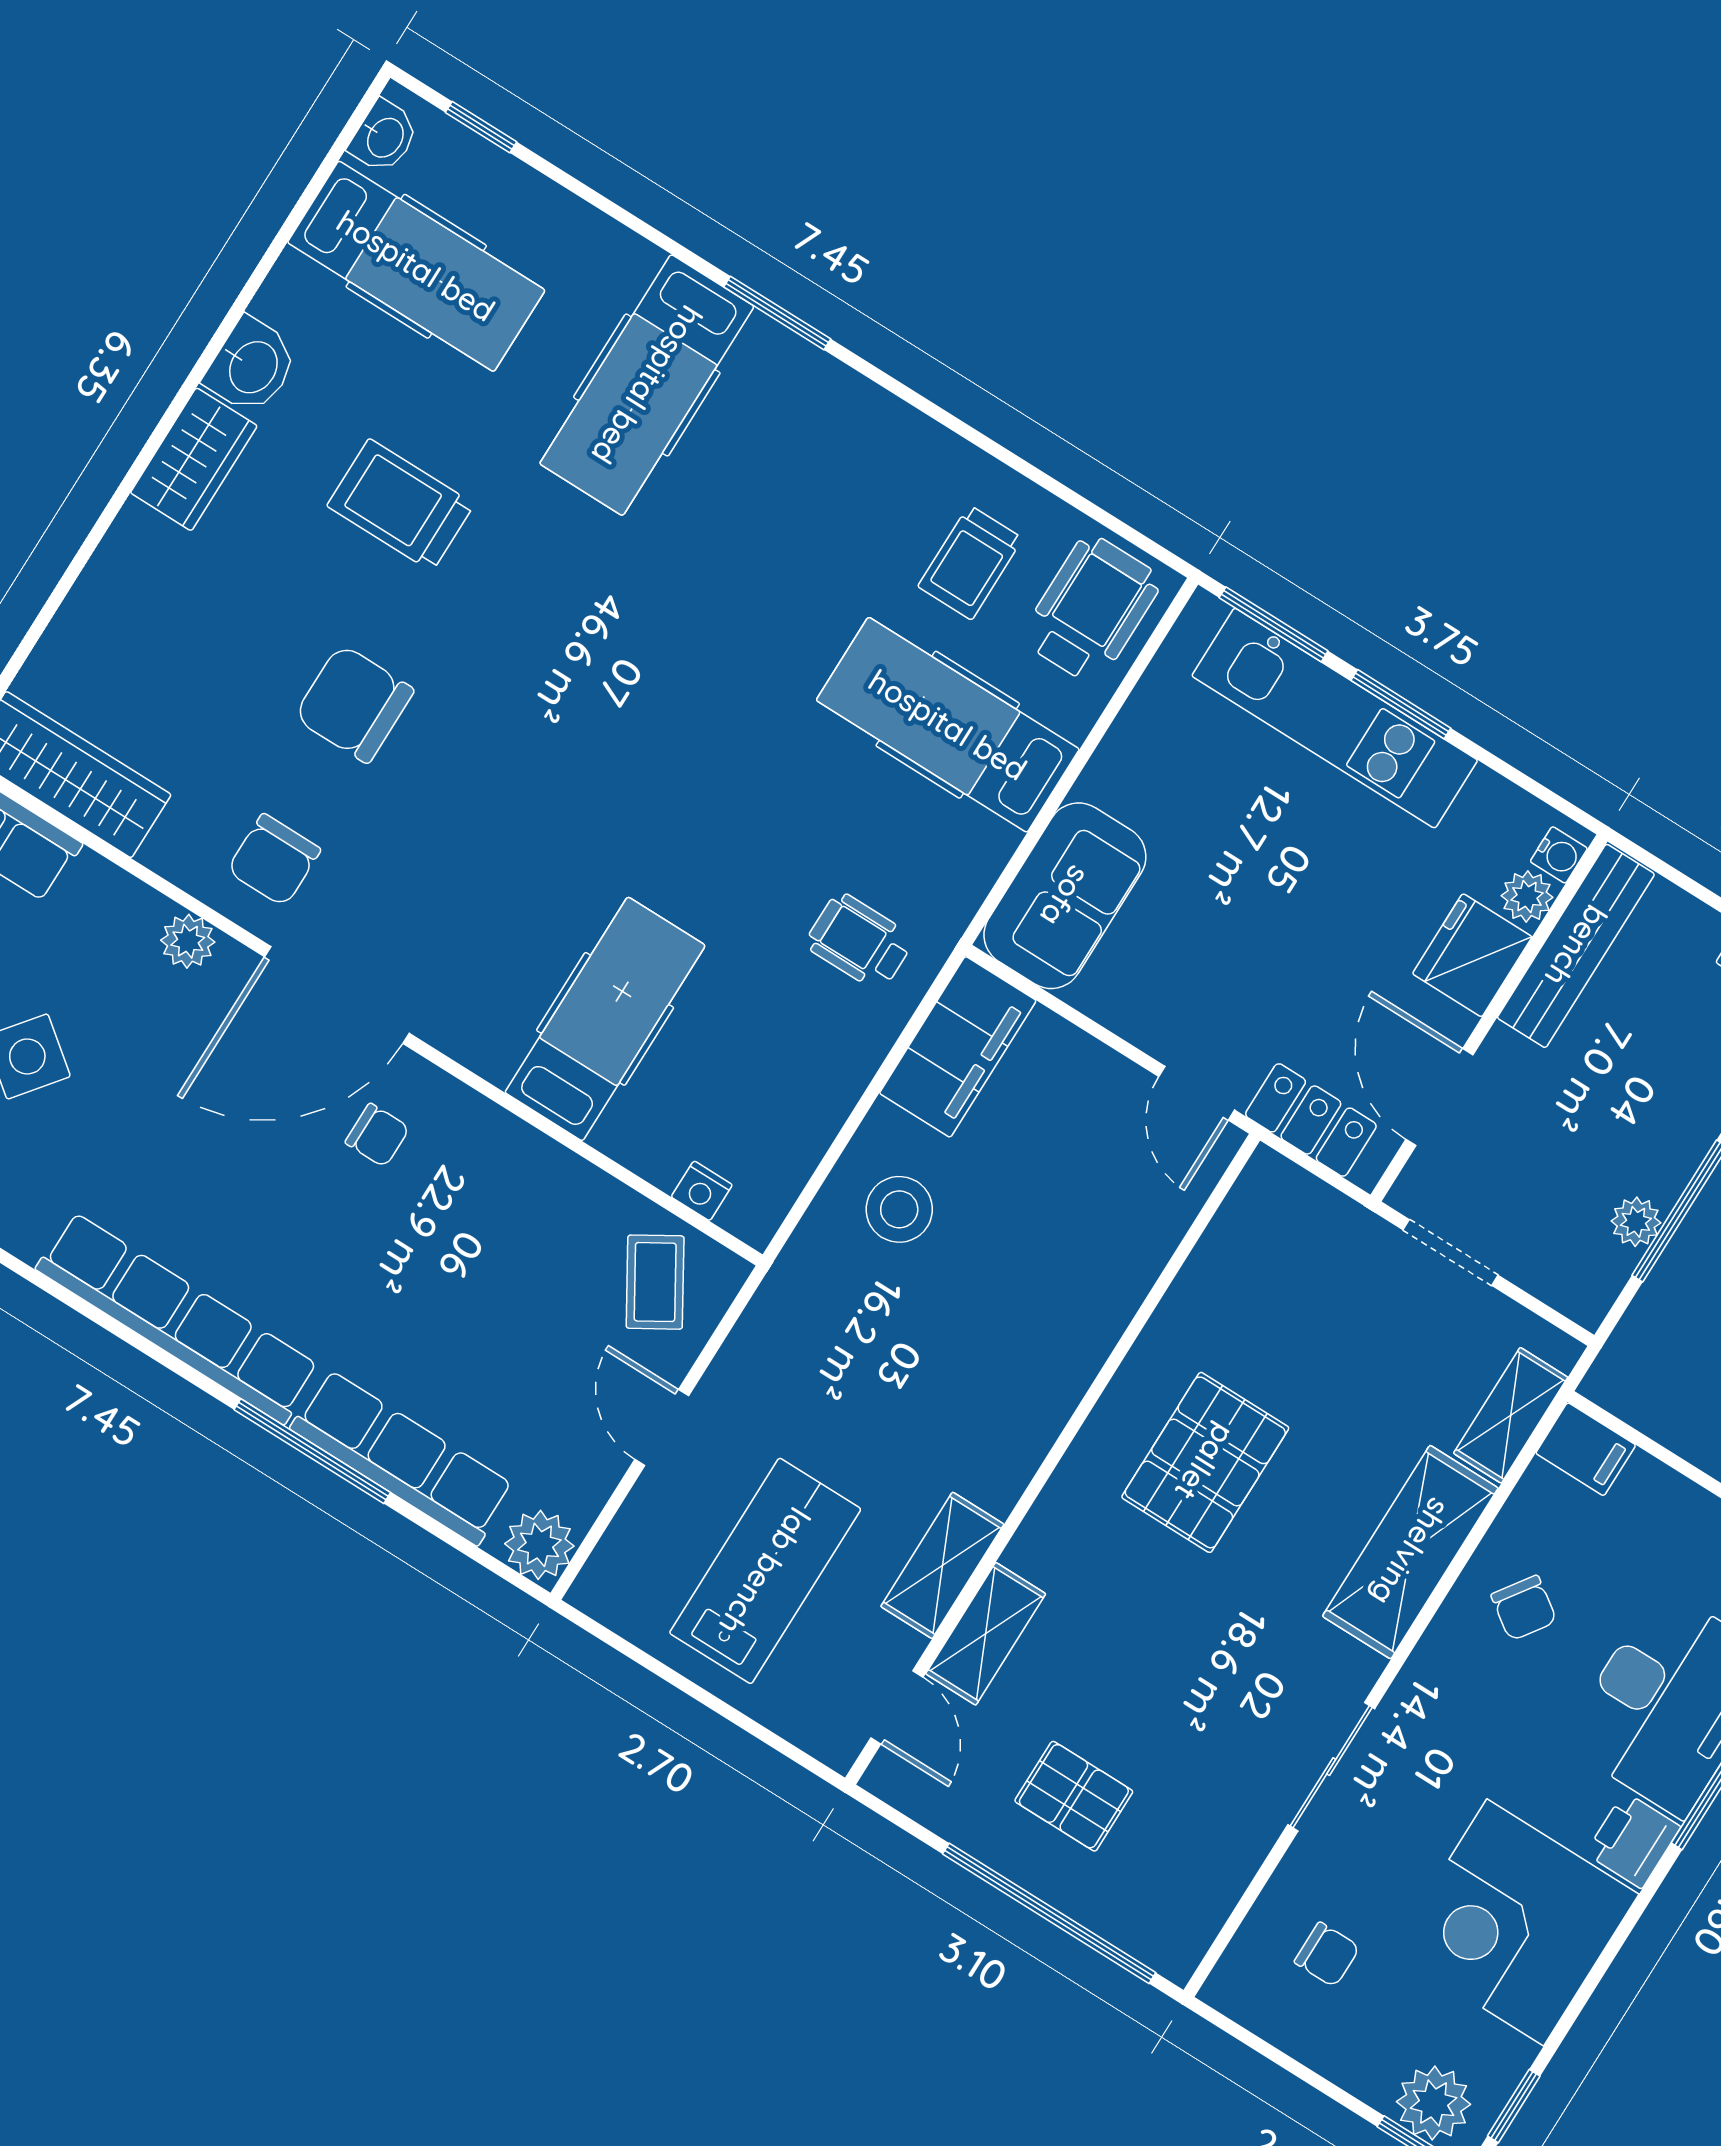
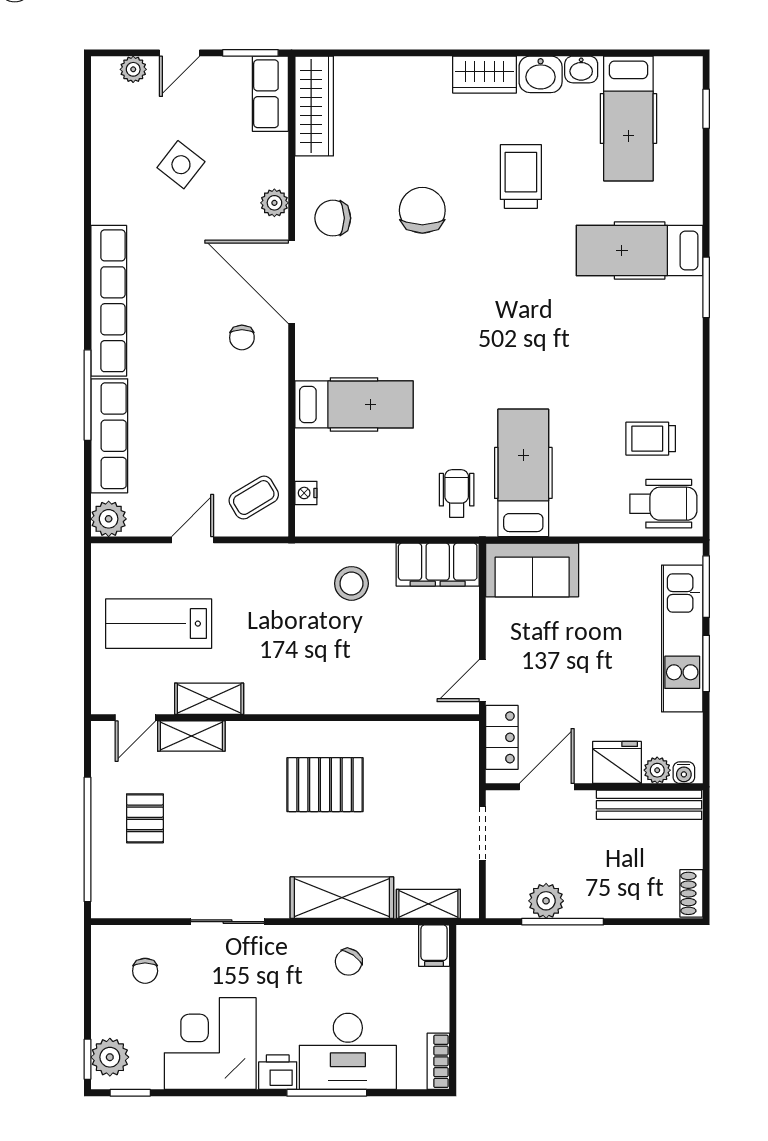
washbasin: (384, 137) -> (581, 69), moved
hospital bed: (948, 725) -> (523, 473), moved
plant: (1636, 1222) -> (546, 901), width x1.38, depth x1.38
lab bench: (765, 1571) -> (159, 624), turned 180

